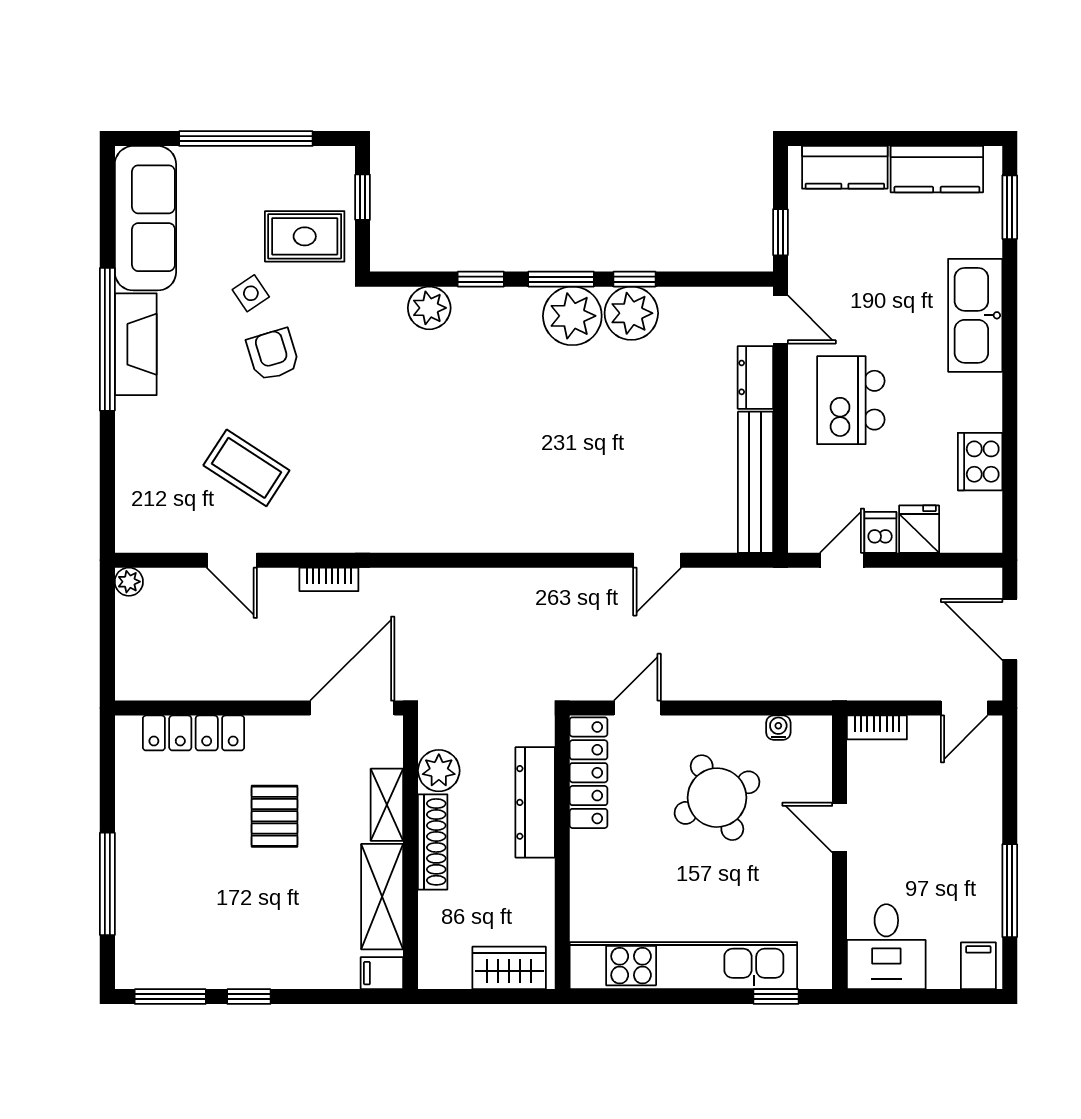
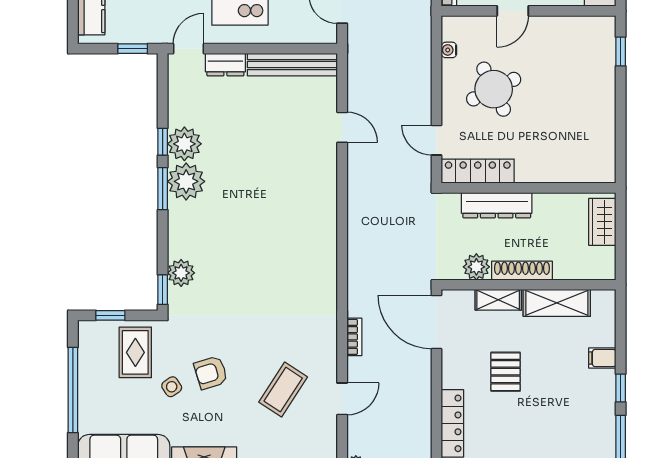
window: (481, 279) -> (163, 290), moved
pallet: (275, 816) -> (506, 372), turned 90
kitchen unit: (683, 966) -> (601, 111), removed
filing cabinet: (382, 973) -> (602, 358), moved, turned 90

